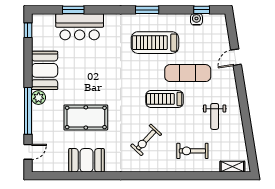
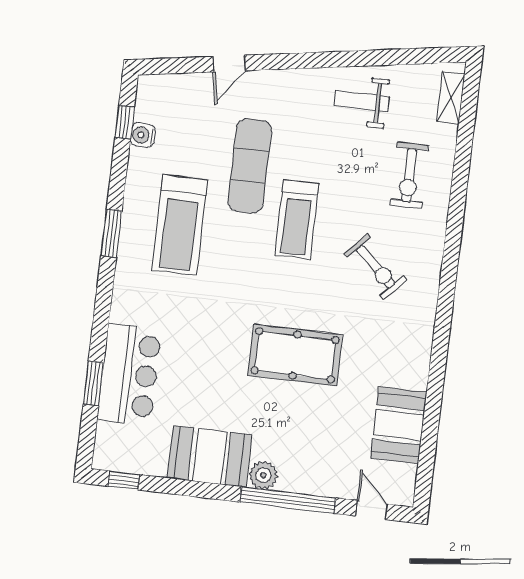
door: (236, 57) -> (229, 64), hinge flipped
weight bench: (215, 116) -> (362, 101), moved, turned 180
pool table: (86, 117) -> (295, 355), moved, turned 90
booth: (86, 160) -> (399, 425), moved

